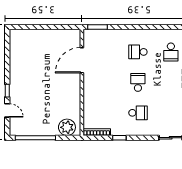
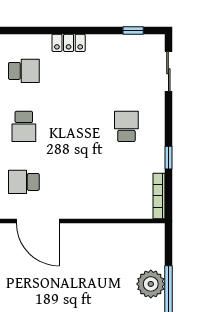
school desk: (138, 82) -> (24, 182), moved
plant: (67, 127) -> (151, 284), moved

